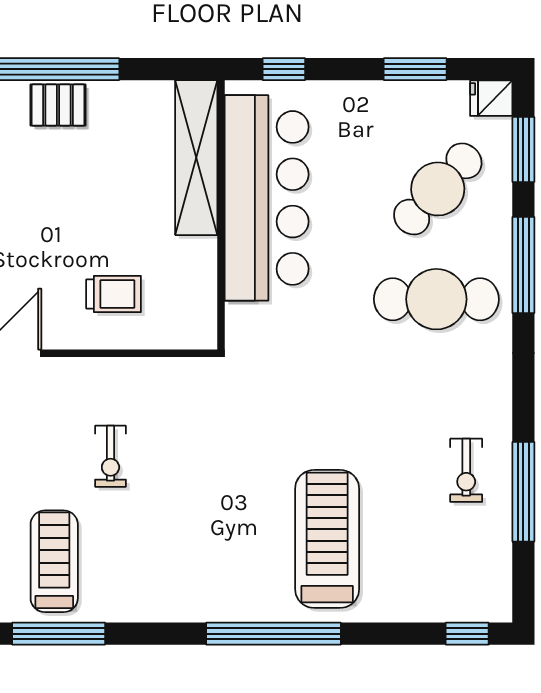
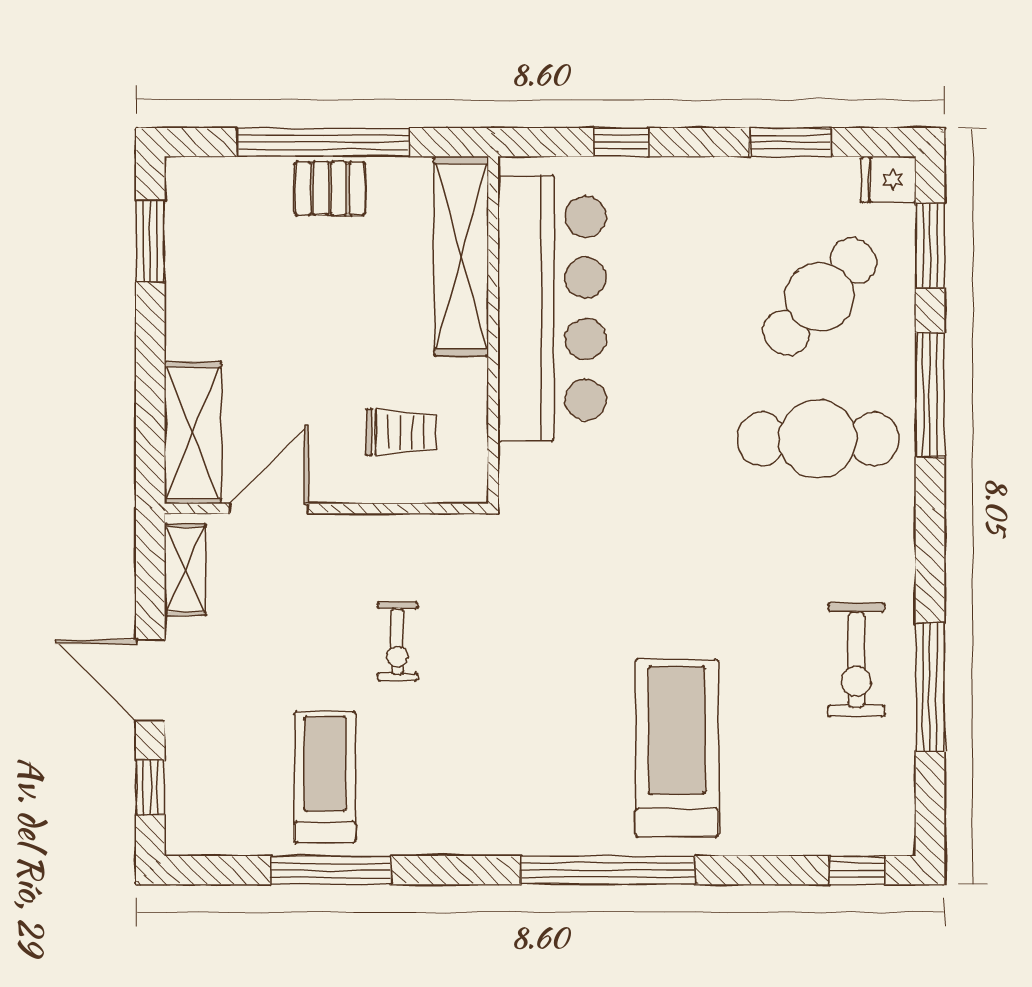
shelving: (196, 158) -> (461, 256), moved
bar counter: (267, 198) -> (552, 308), moved
wall: (221, 215) -> (493, 330), moved
exercise bike: (466, 470) -> (856, 660), width x1.38, depth x1.39

